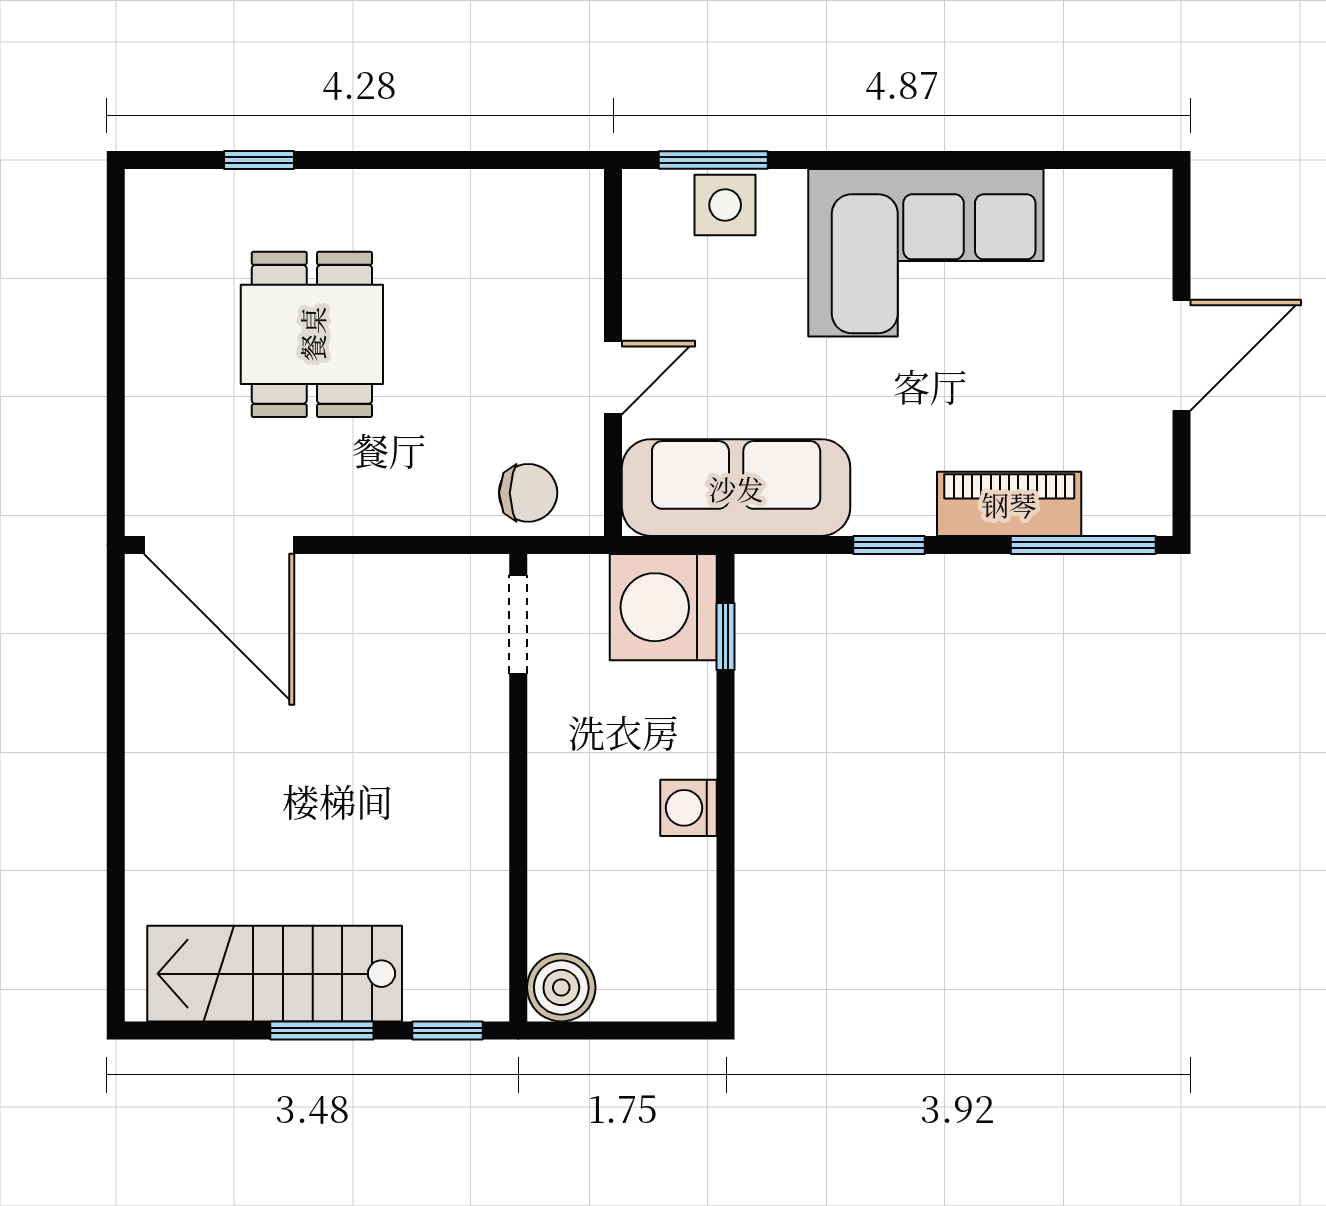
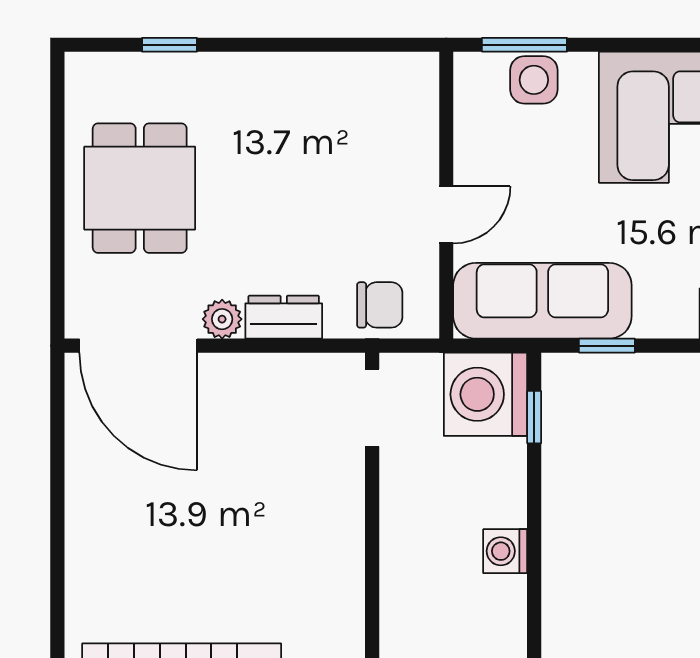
dining table: (312, 334) -> (140, 188), moved
dresser: (405, 508) -> (284, 317), added
plant: (326, 511) -> (222, 319), added
window: (889, 545) -> (607, 346), moved

